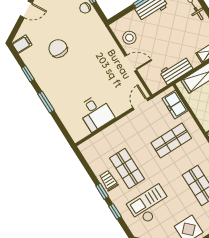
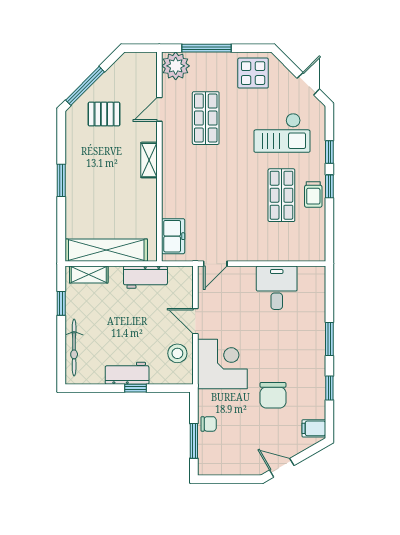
corner desk: (99, 48) -> (222, 364), added
shop shelf: (171, 140) -> (206, 195), removed

